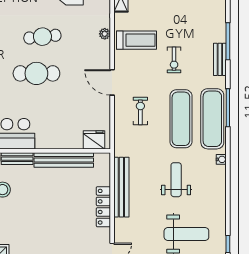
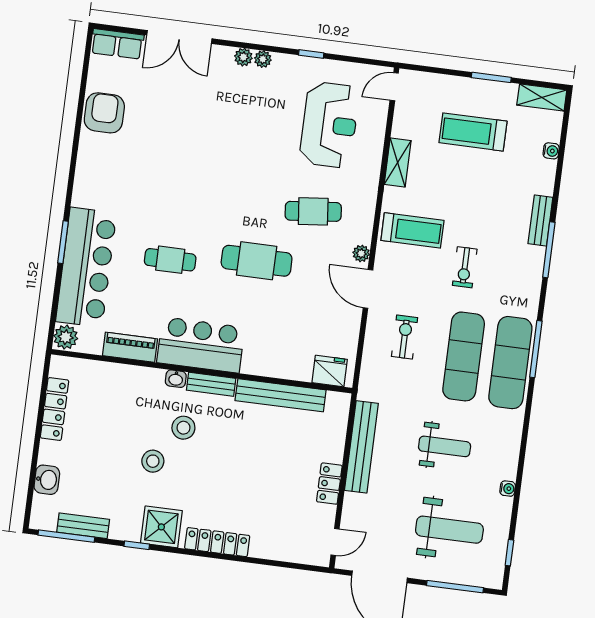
plant: (105, 34) -> (361, 253), moved
cafe table: (42, 37) -> (313, 211), moved
bench: (220, 59) -> (540, 221), moved
water cooler: (221, 159) -> (508, 489), moved
weight bench: (176, 180) -> (445, 446), turned 90
locker: (103, 207) -> (329, 484), width x0.66

